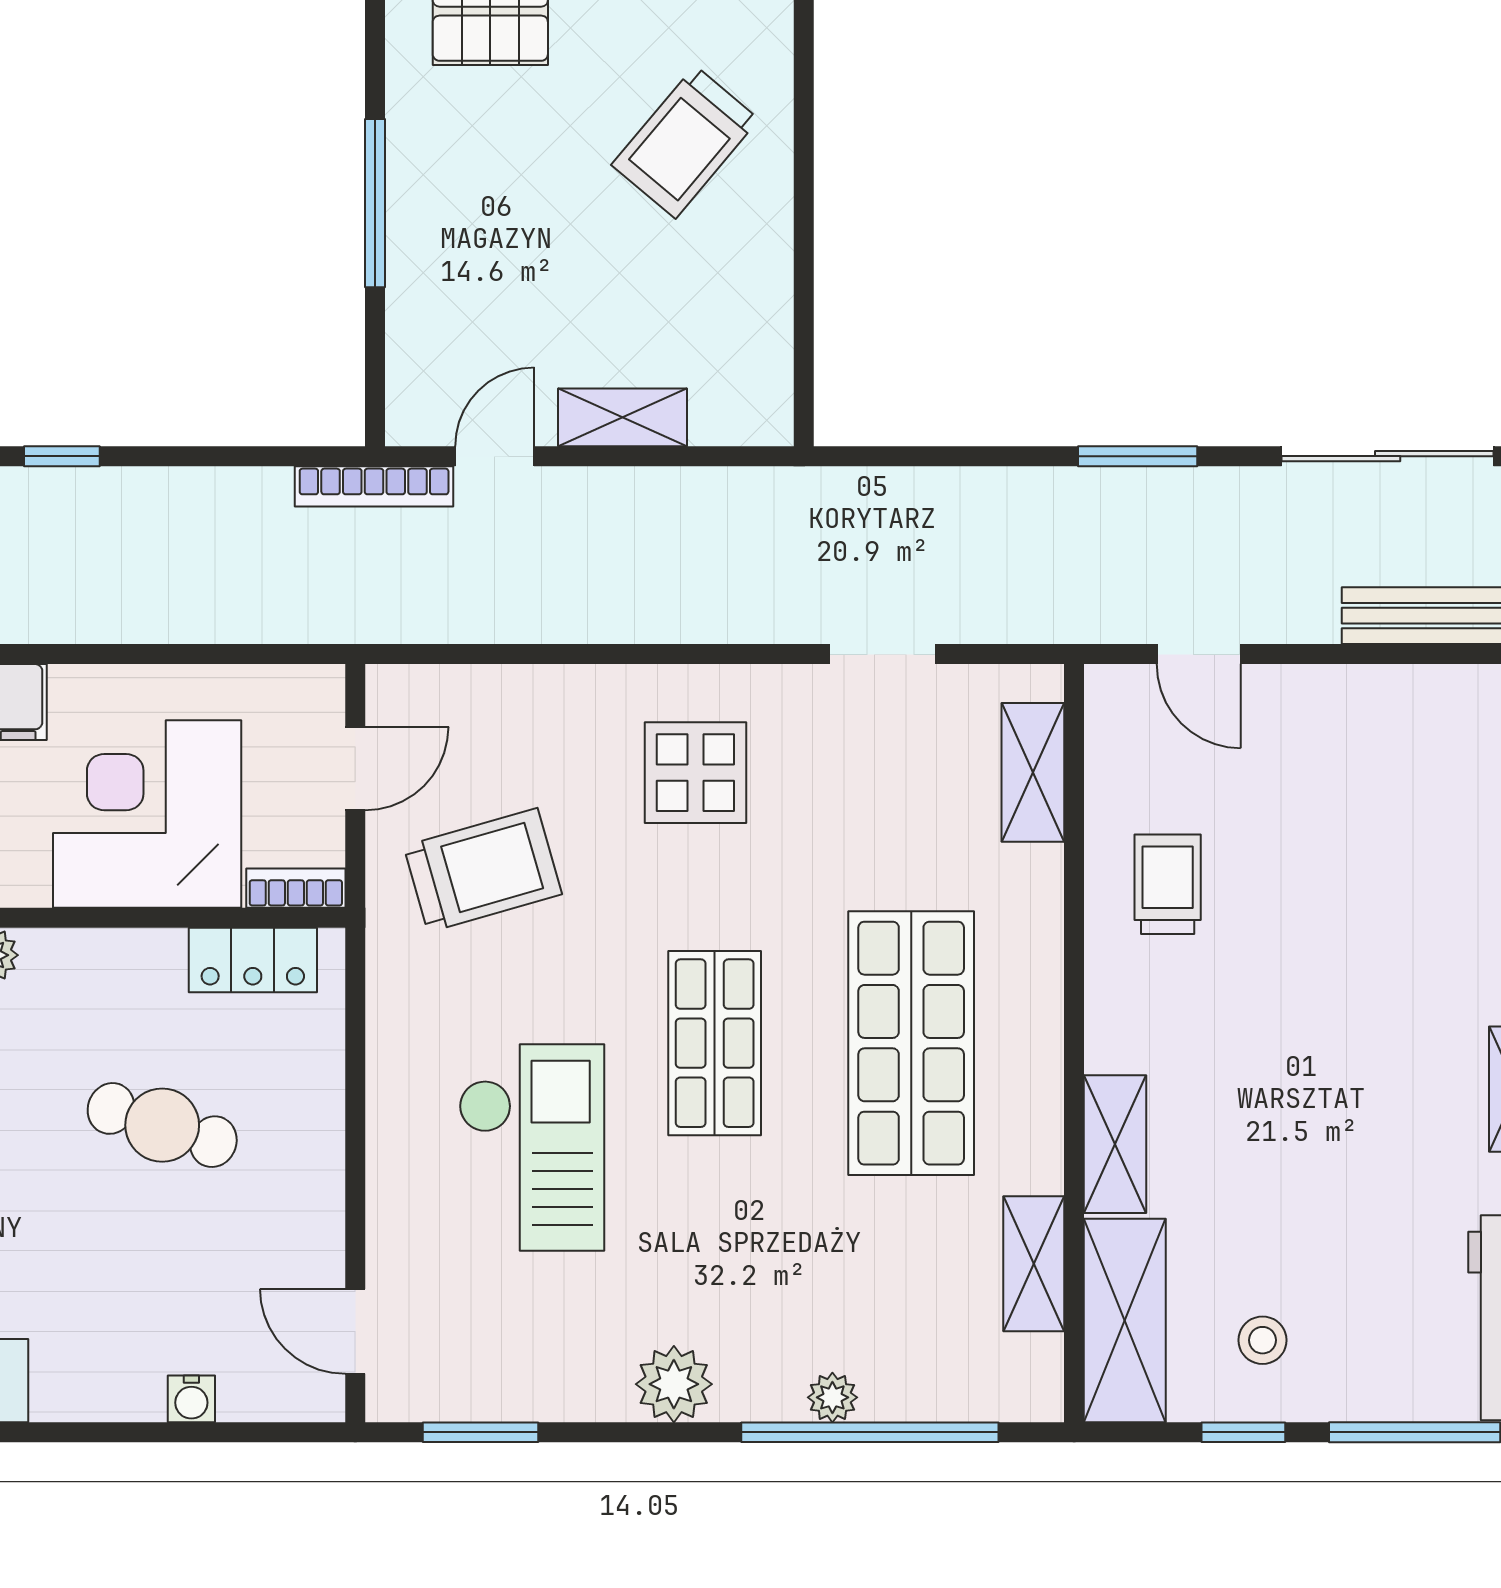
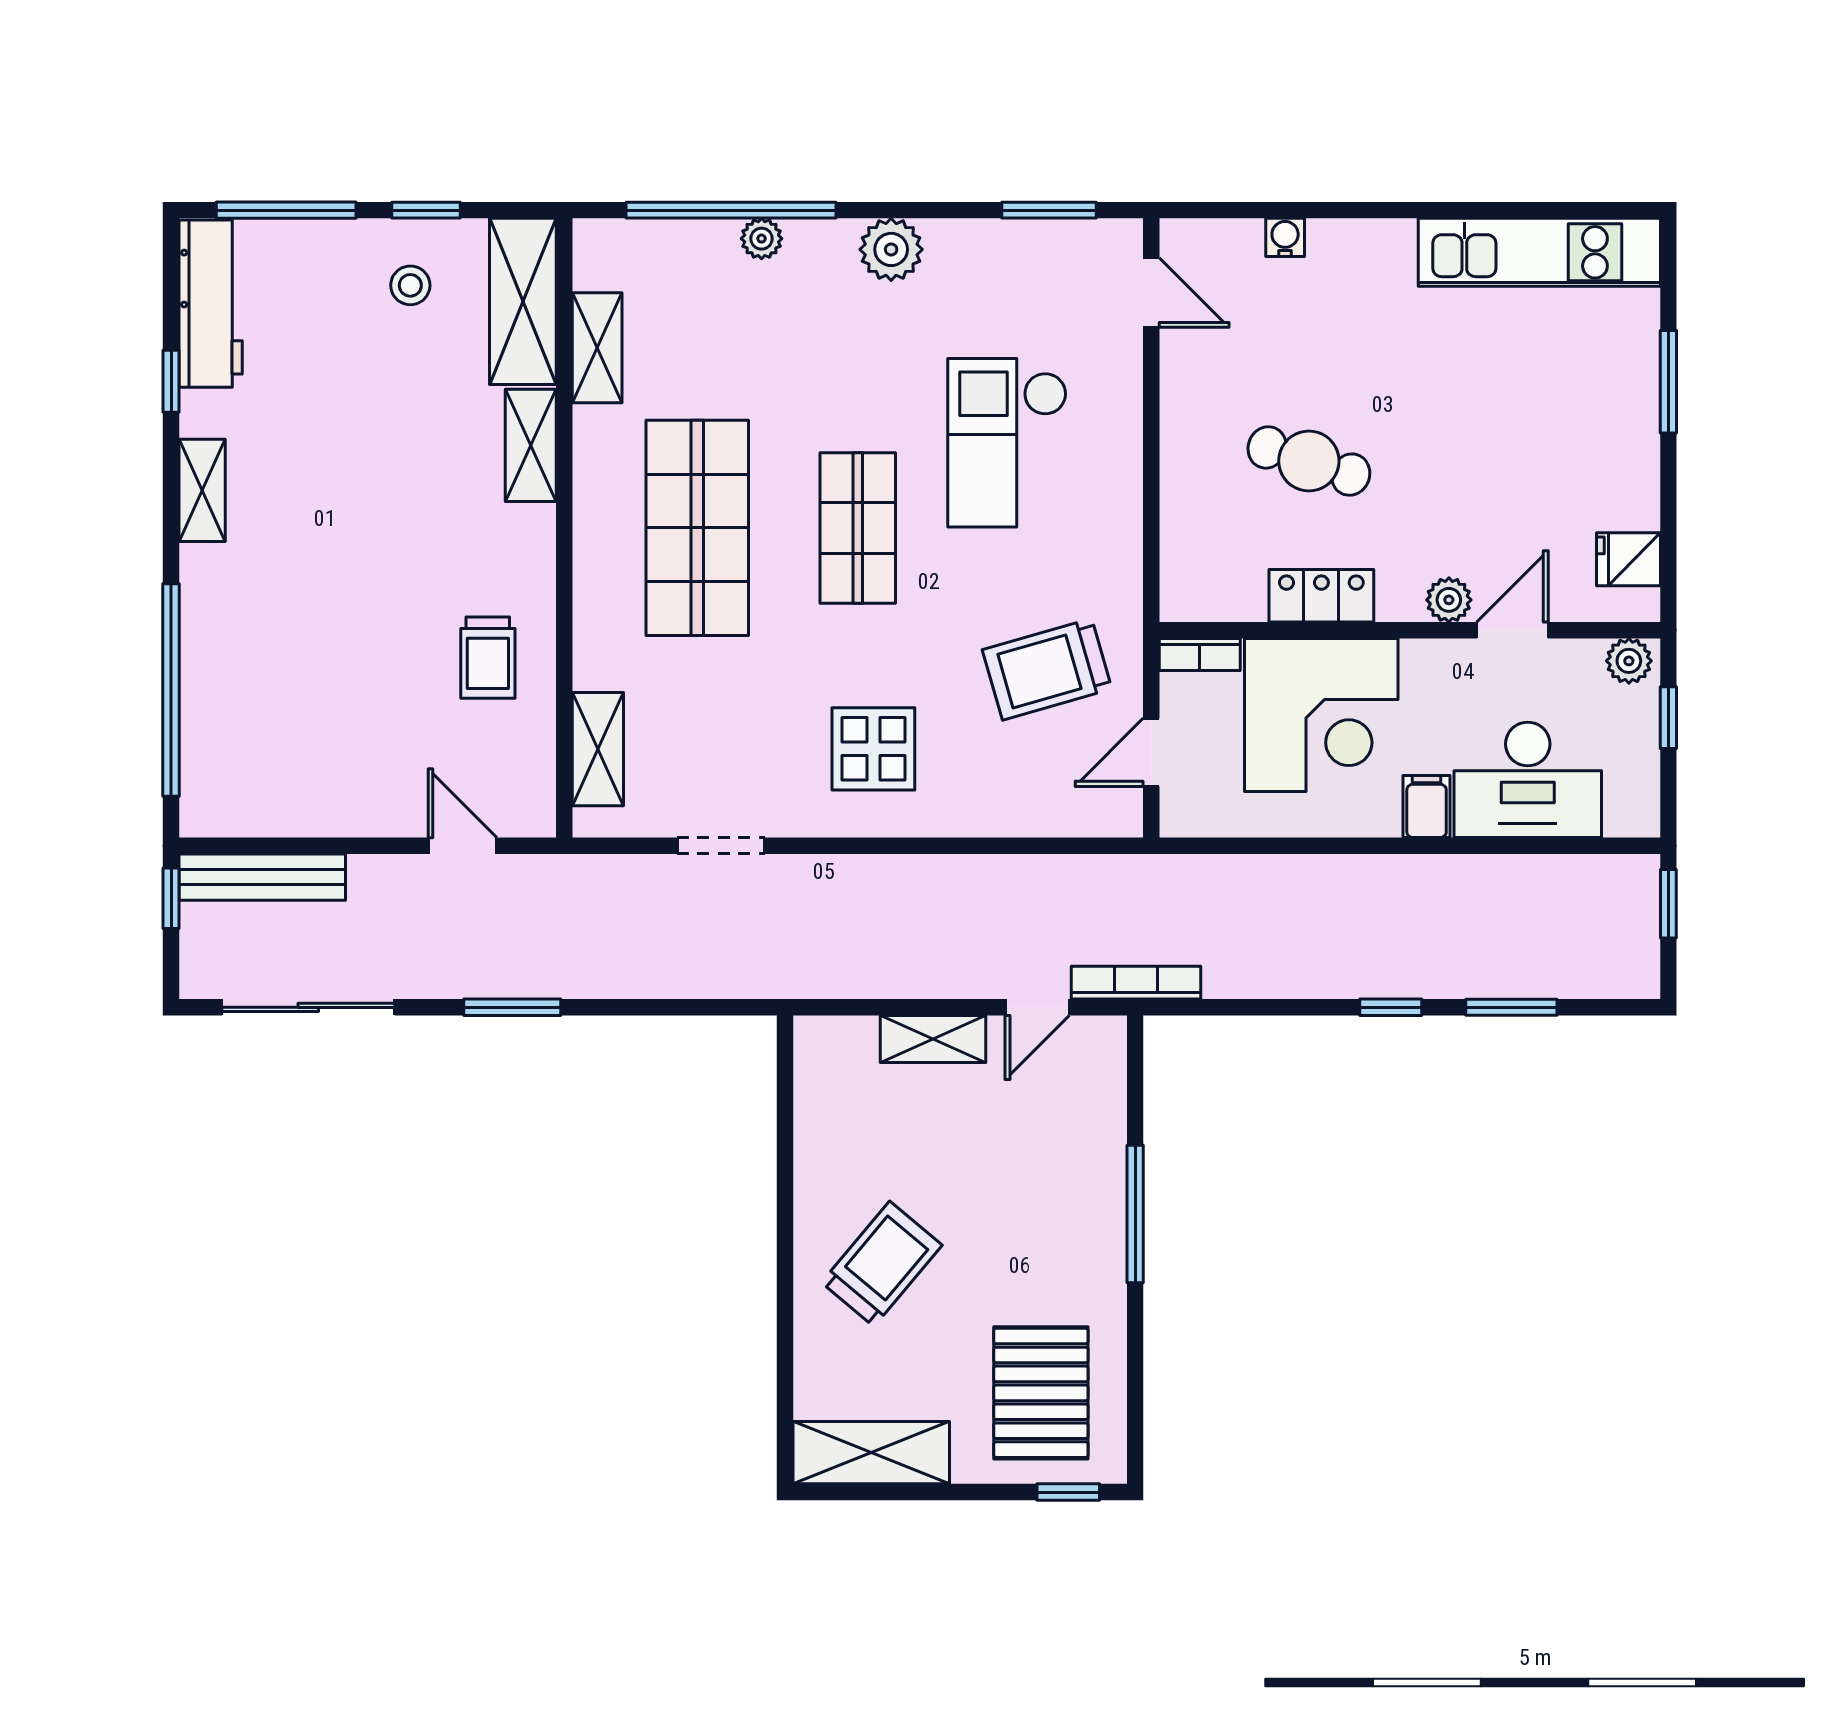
locker: (253, 960) -> (1321, 596), moved

